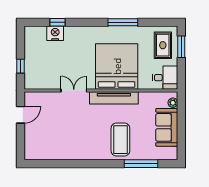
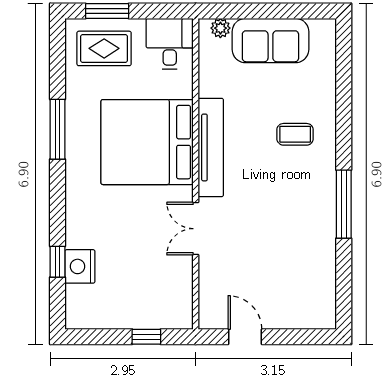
coffee table: (120, 140) -> (295, 134), width x0.54, depth x0.58
window: (141, 164) -> (344, 204), moved

